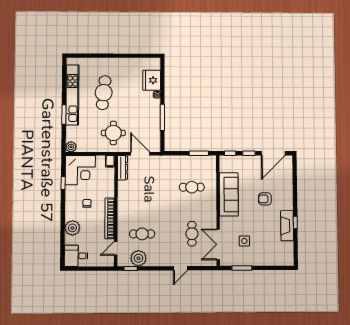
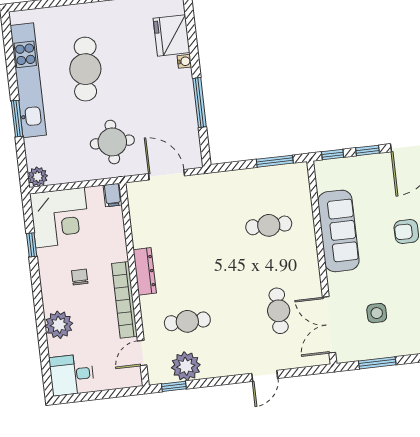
dresser: (122, 168) -> (145, 271), moved

